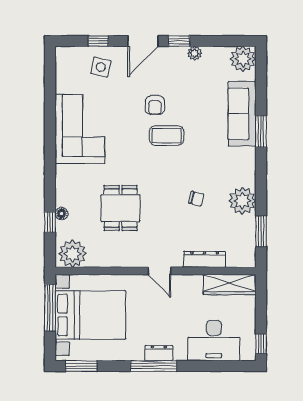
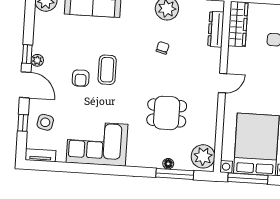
plant: (195, 53) -> (37, 60), moved
tv unit: (62, 64) -> (40, 155), added
armchair: (155, 105) -> (81, 78), turned 90
window: (50, 222) -> (175, 174), width x2.17
dresser: (205, 259) -> (216, 29), moved

